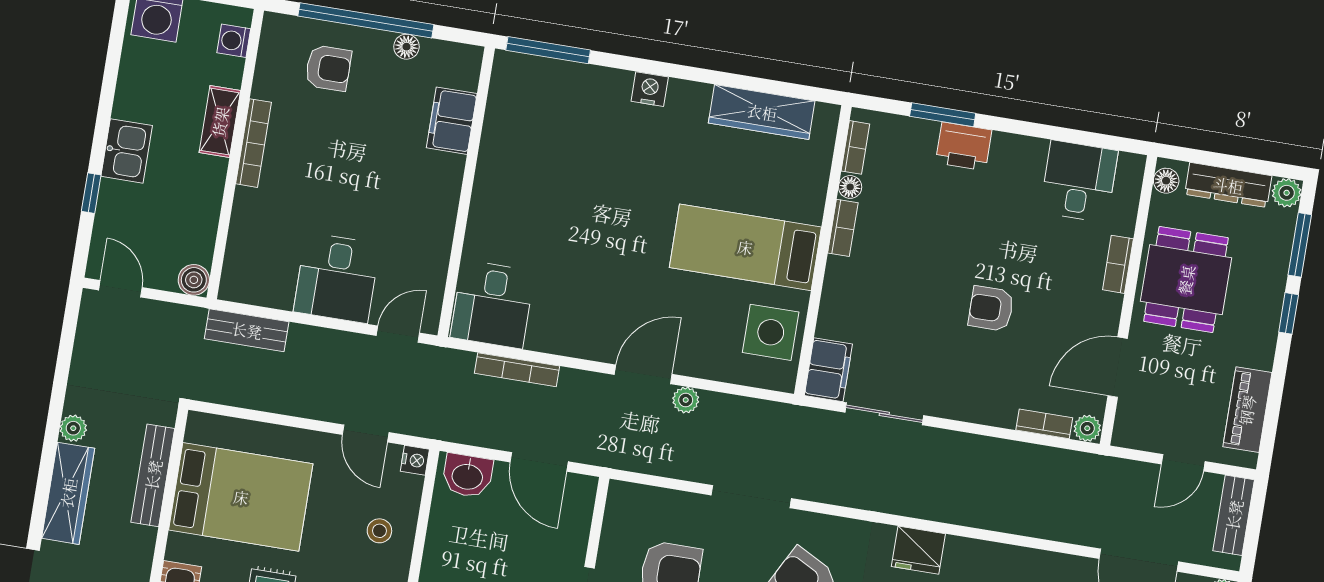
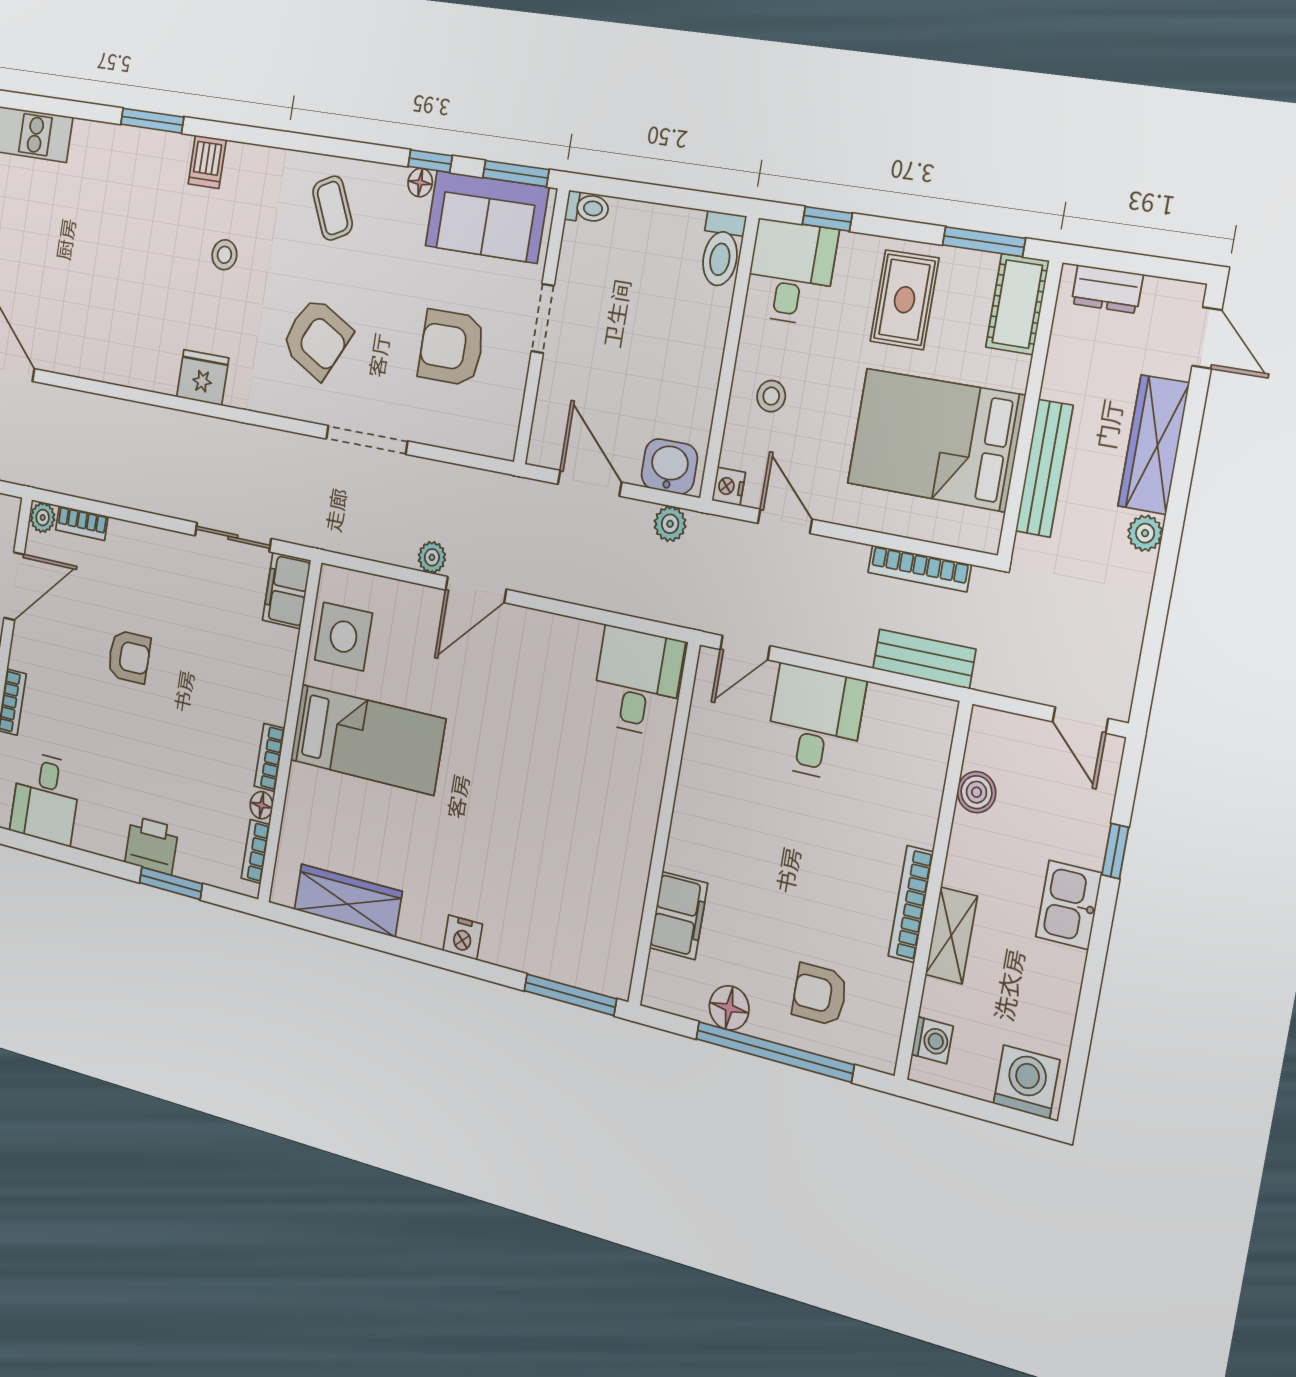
floor lamp: (407, 47) -> (729, 1008), width x1.37, depth x1.37
boiler: (194, 280) -> (976, 792), moved
bookcase: (517, 370) -> (919, 568), moved, turned 180
plant: (466, 430) -> (670, 524), added

